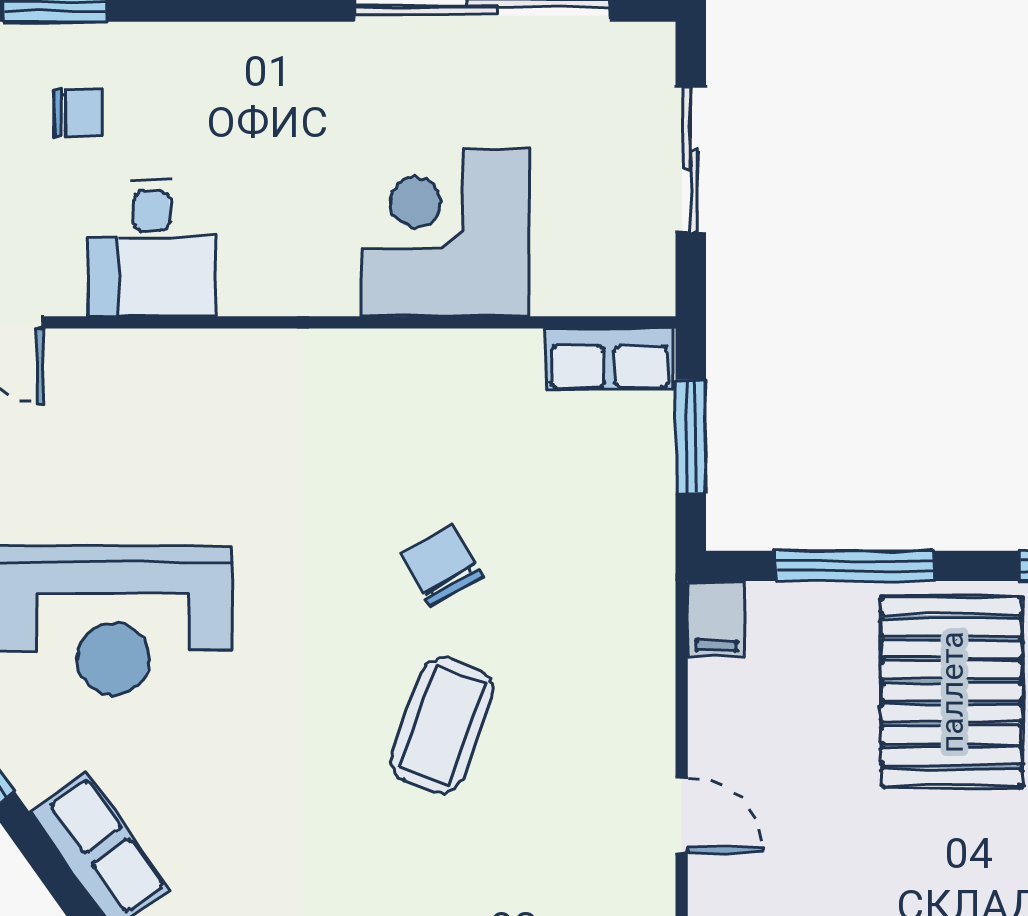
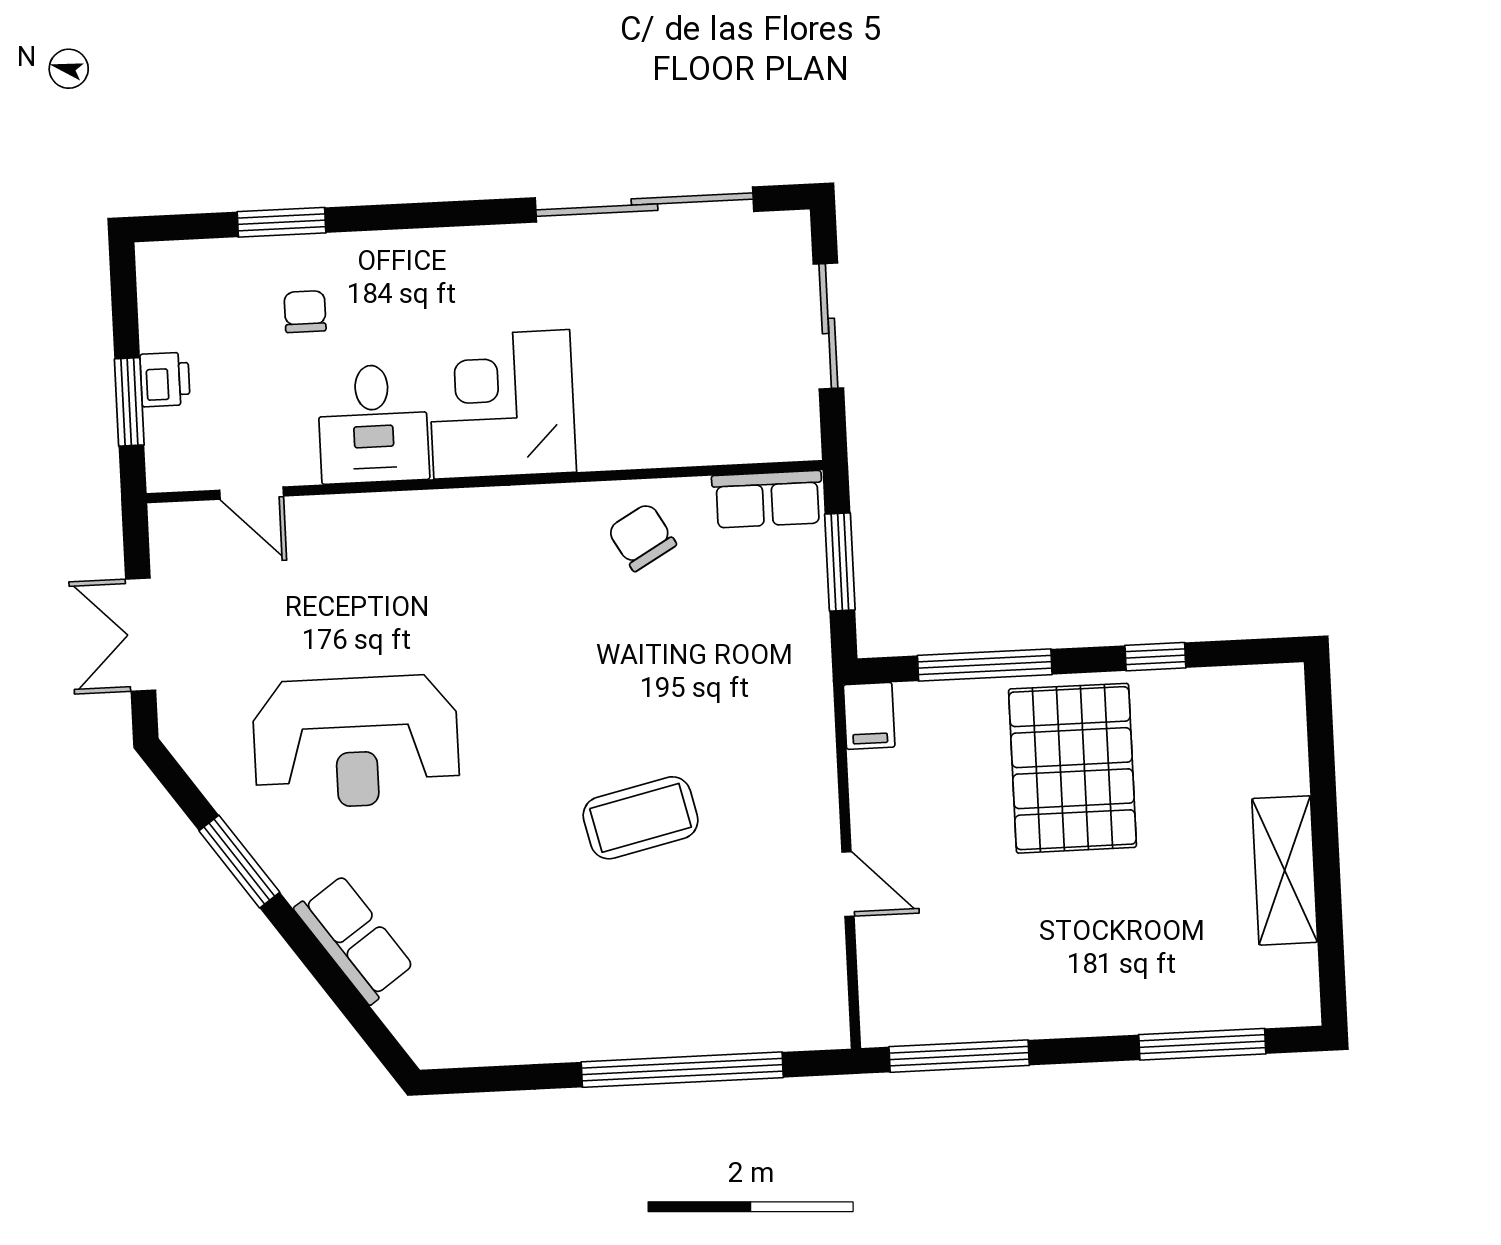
chair: (78, 113) -> (305, 312), turned -90
corner desk: (446, 233) -> (502, 404), moved
chair: (442, 565) -> (642, 537), moved
coffee table: (442, 725) -> (641, 818), turned 57

